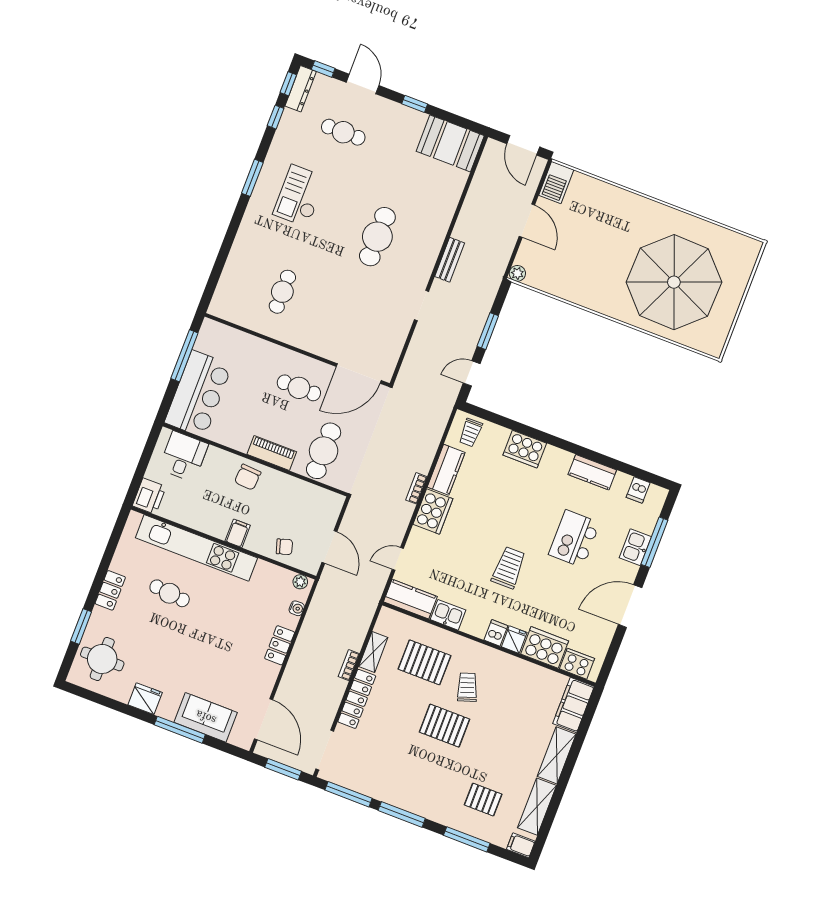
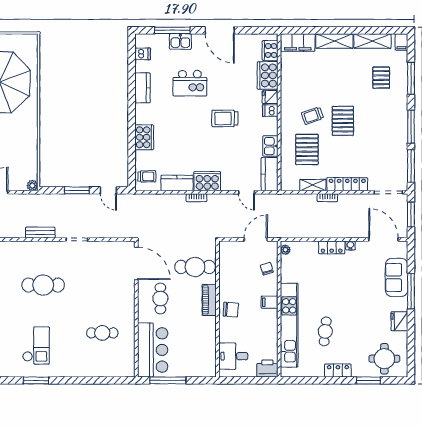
checkout: (300, 196) -> (36, 345), turned -90
bar counter: (198, 394) -> (153, 350), moved, turned 90
water cooler: (297, 608) -> (350, 245), moved
door: (264, 719) -> (383, 239), hinge flipped

